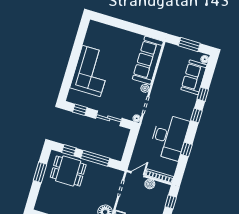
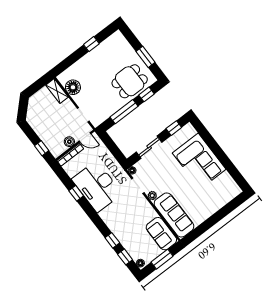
sofa: (194, 77) -> (161, 234), moved, turned 180
window: (196, 116) -> (125, 257), moved
door: (138, 174) -> (85, 137), hinge flipped

